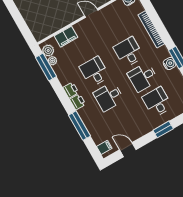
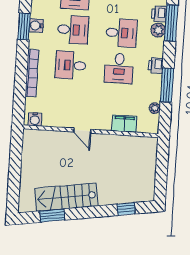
plant: (48, 50) -> (158, 30), moved
desk: (129, 52) -> (71, 65), turned 90
window: (46, 67) -> (167, 85), moved
printer: (78, 102) -> (159, 14), moved

